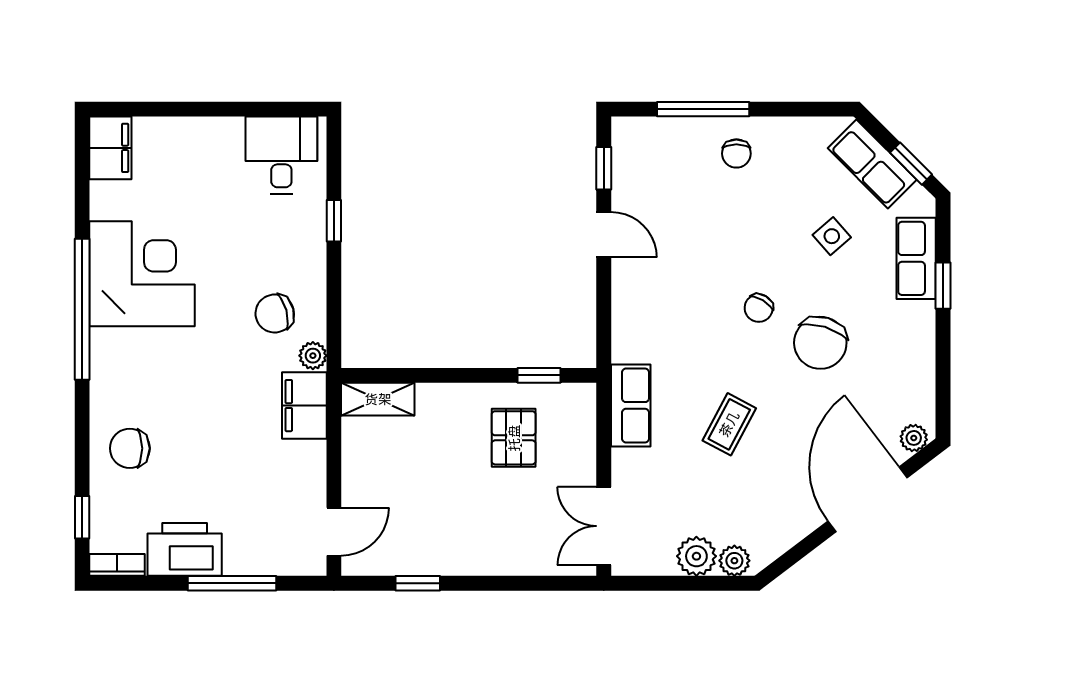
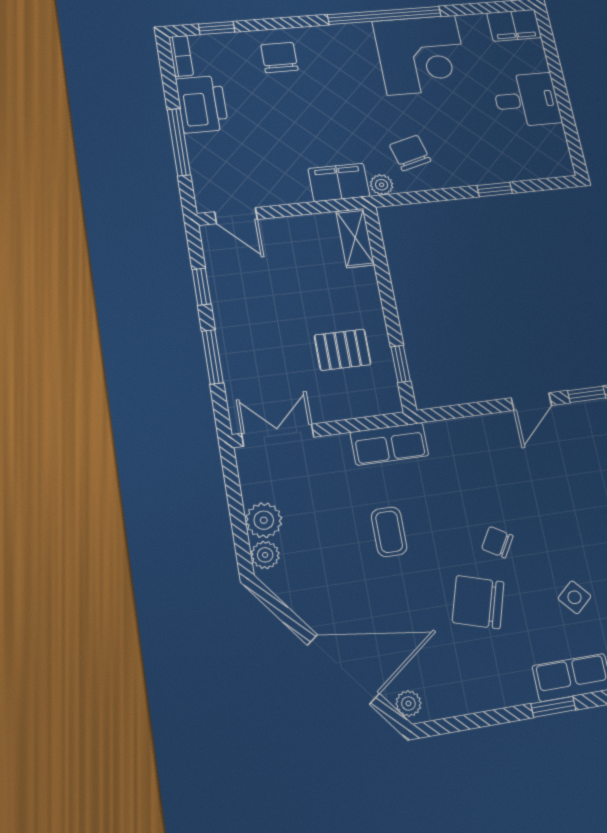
desk: (281, 155) -> (527, 100), moved
coffee table: (729, 424) -> (389, 532), turned 62
window: (503, 583) -> (213, 357), added

